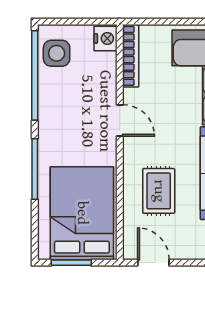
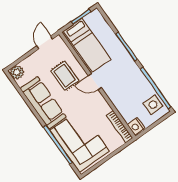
door: (120, 120) -> (95, 82), moved
bed: (82, 213) -> (87, 45), width x0.67
door: (153, 263) -> (45, 42), swing flipped

